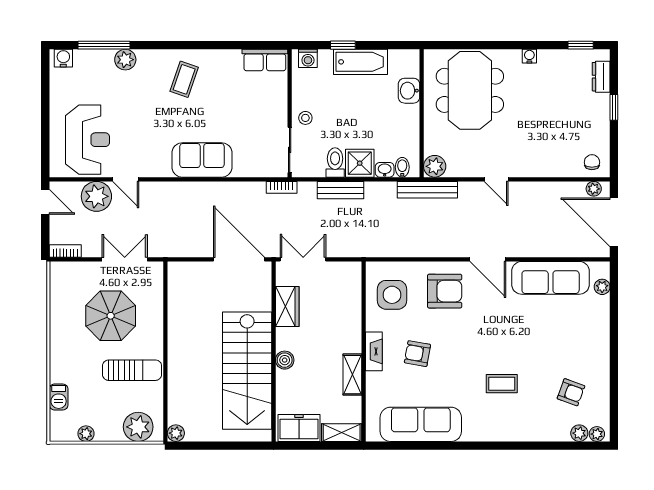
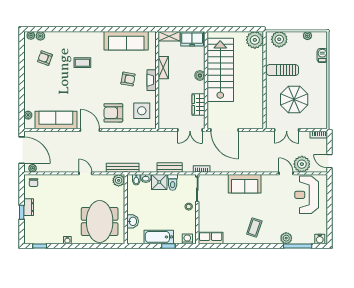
dresser: (601, 77) -> (29, 207), moved
plant: (176, 433) -> (255, 40), width x1.87, depth x1.87

